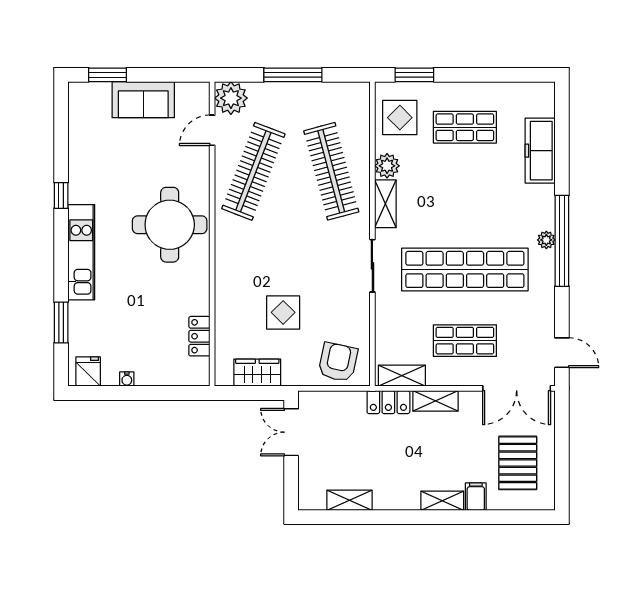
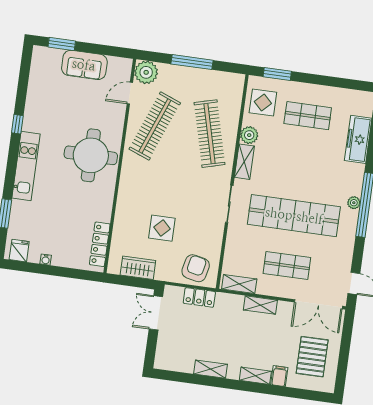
locker: (199, 336) -> (100, 244), width x1.53
locker: (388, 402) -> (199, 297), moved
shelving: (349, 500) -> (210, 369), moved

